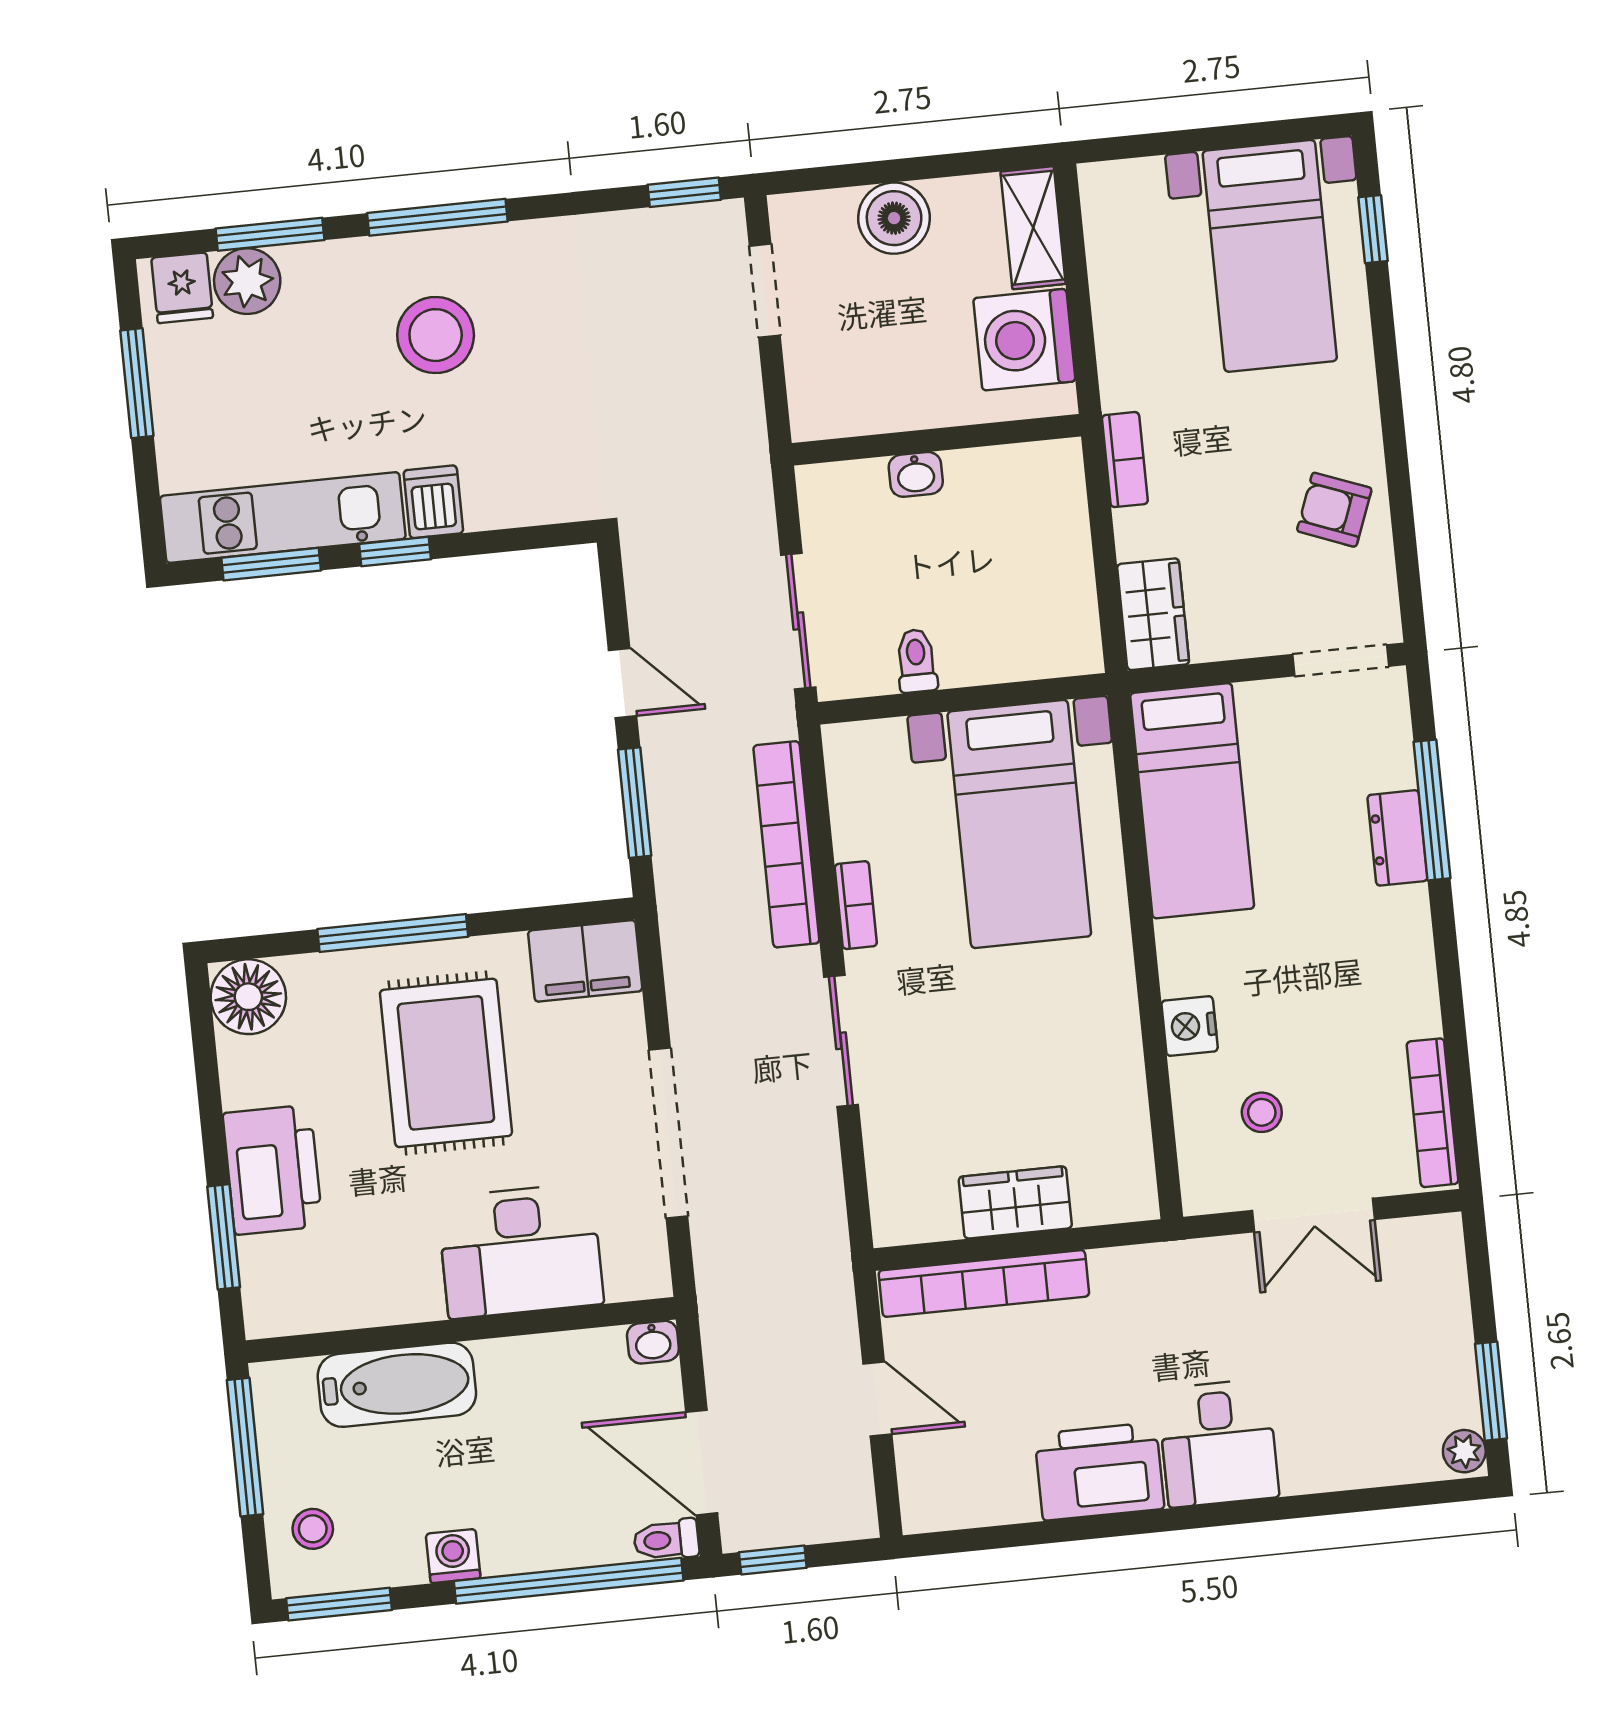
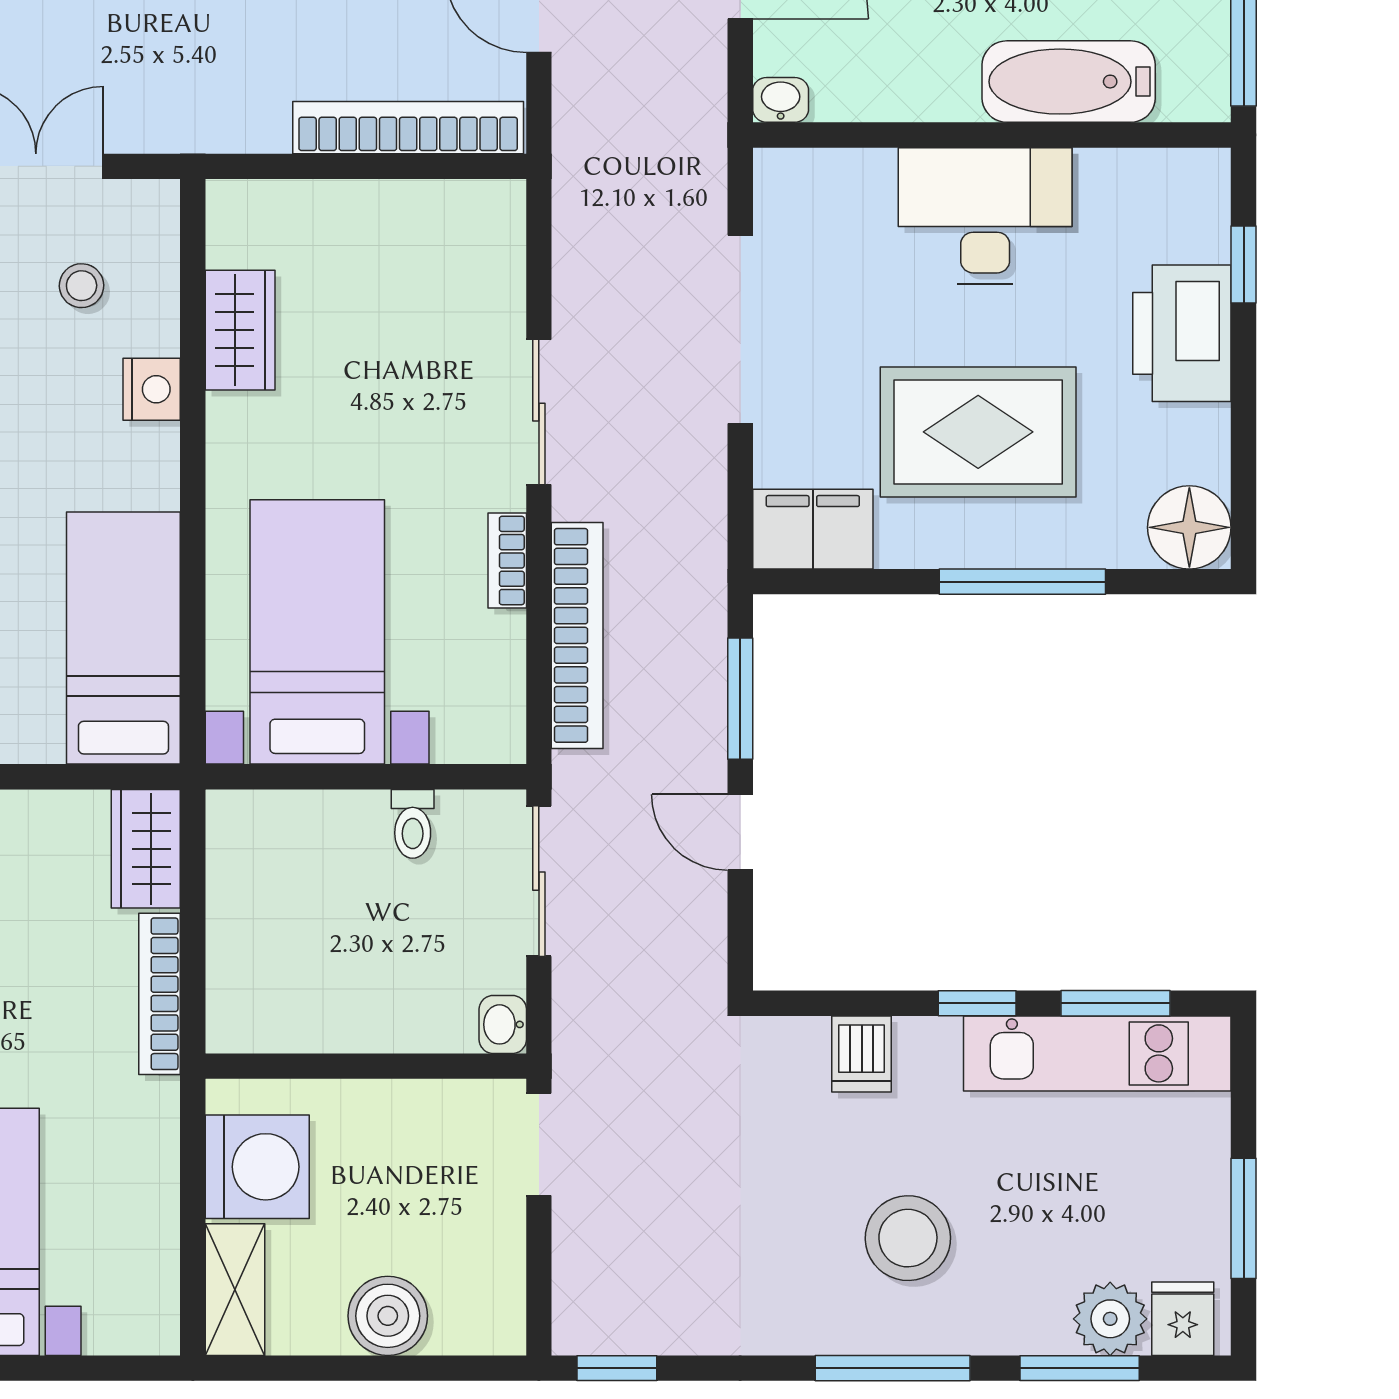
doorway: (765, 291) -> (539, 1144), moved
bookcase: (1125, 460) -> (160, 994), width x1.56
washbasin: (916, 474) -> (503, 1024), moved, turned -90
dishwasher: (433, 502) -> (862, 1054), moved
rug: (446, 1063) -> (978, 432), turned 90
wardrobe: (1015, 1202) -> (240, 330), moved, turned -90
window: (224, 1237) -> (1244, 265), width x0.67
desk: (520, 1251) -> (985, 216), moved

